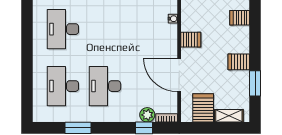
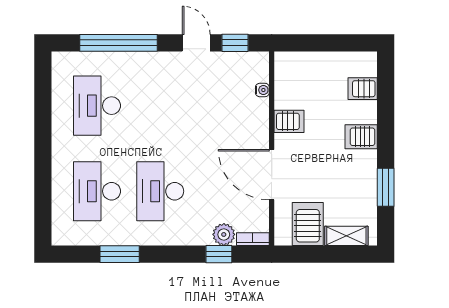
server rack: (239, 62) -> (361, 137), moved

